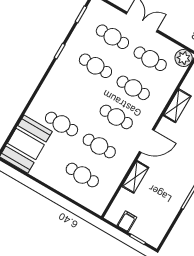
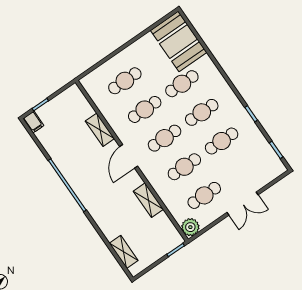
cafe table: (112, 37) -> (202, 112), moved
filing cabinet: (127, 221) -> (33, 122), moved

